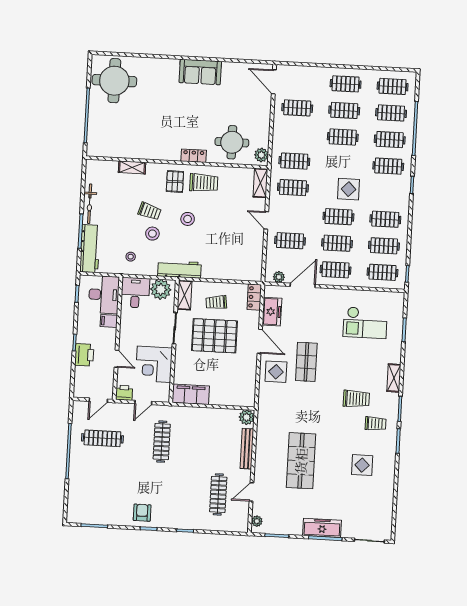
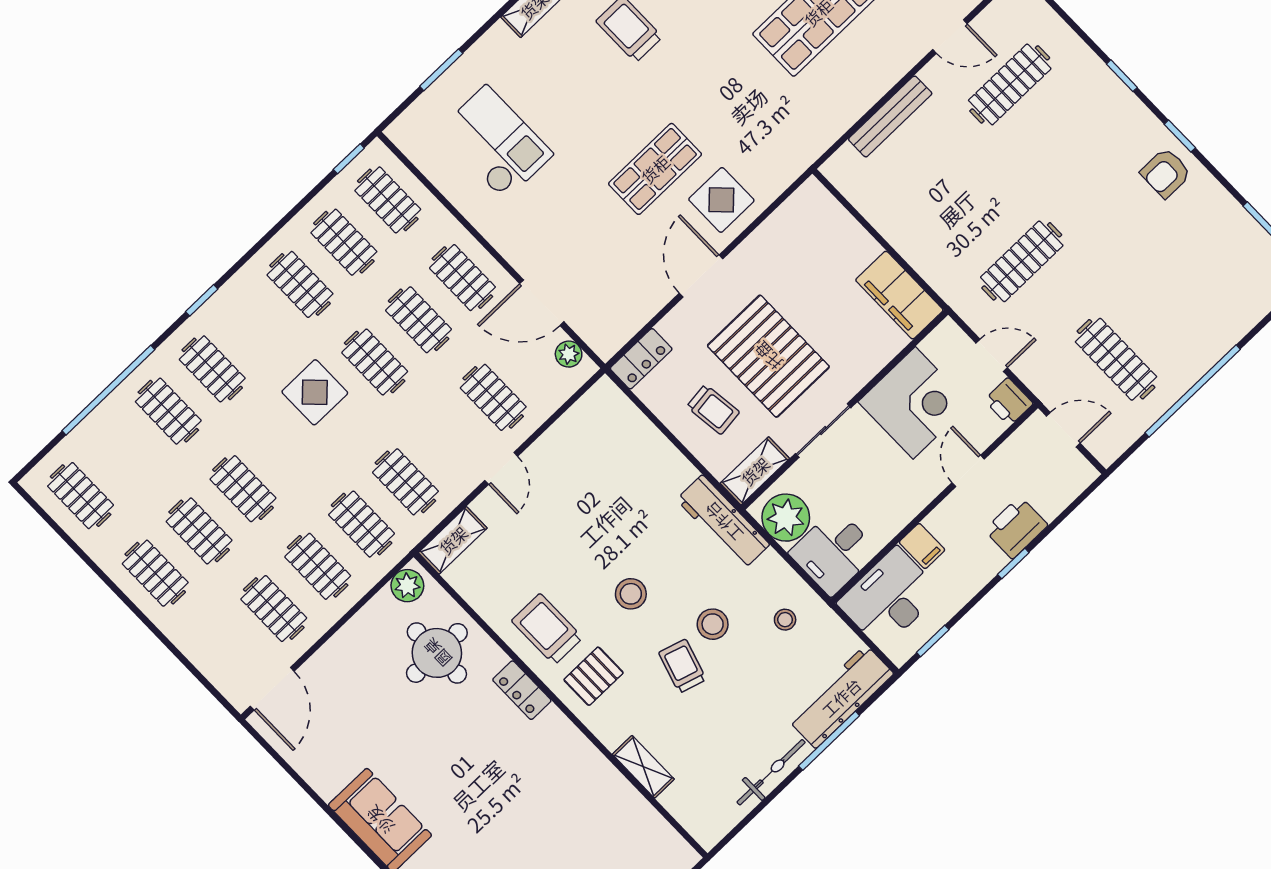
clothes rail: (391, 113) -> (318, 566), moved
freezer: (272, 312) -> (634, 307), removed
plant: (247, 417) -> (842, 170), removed

